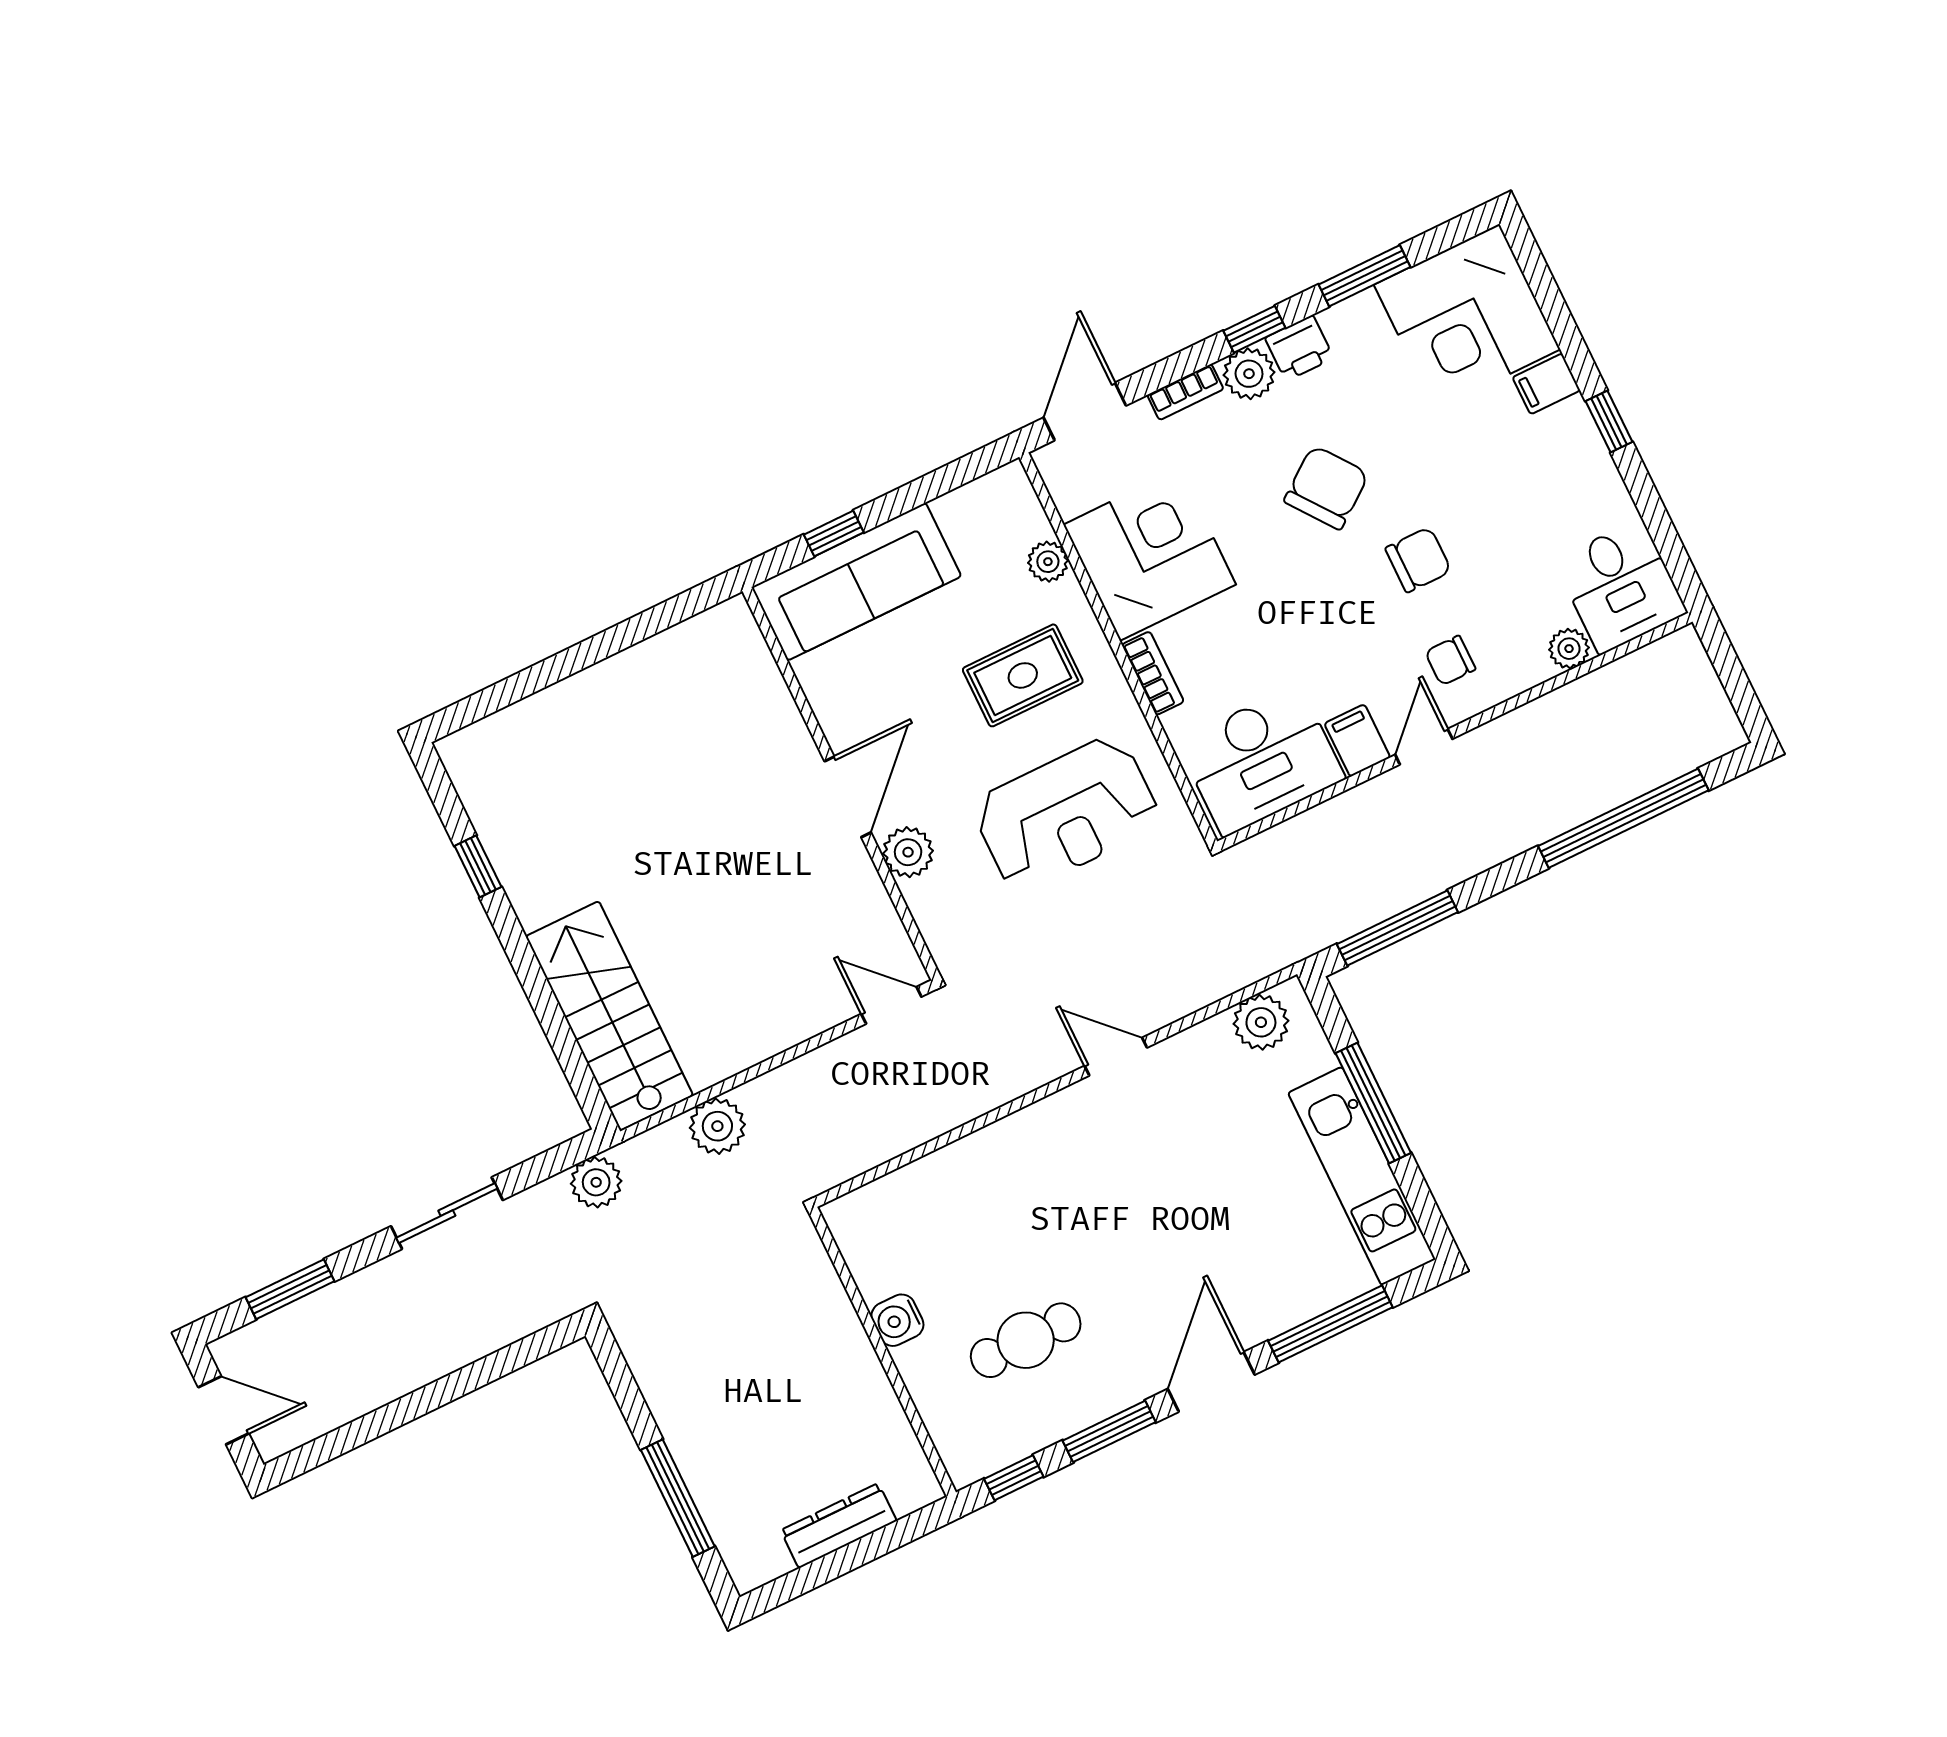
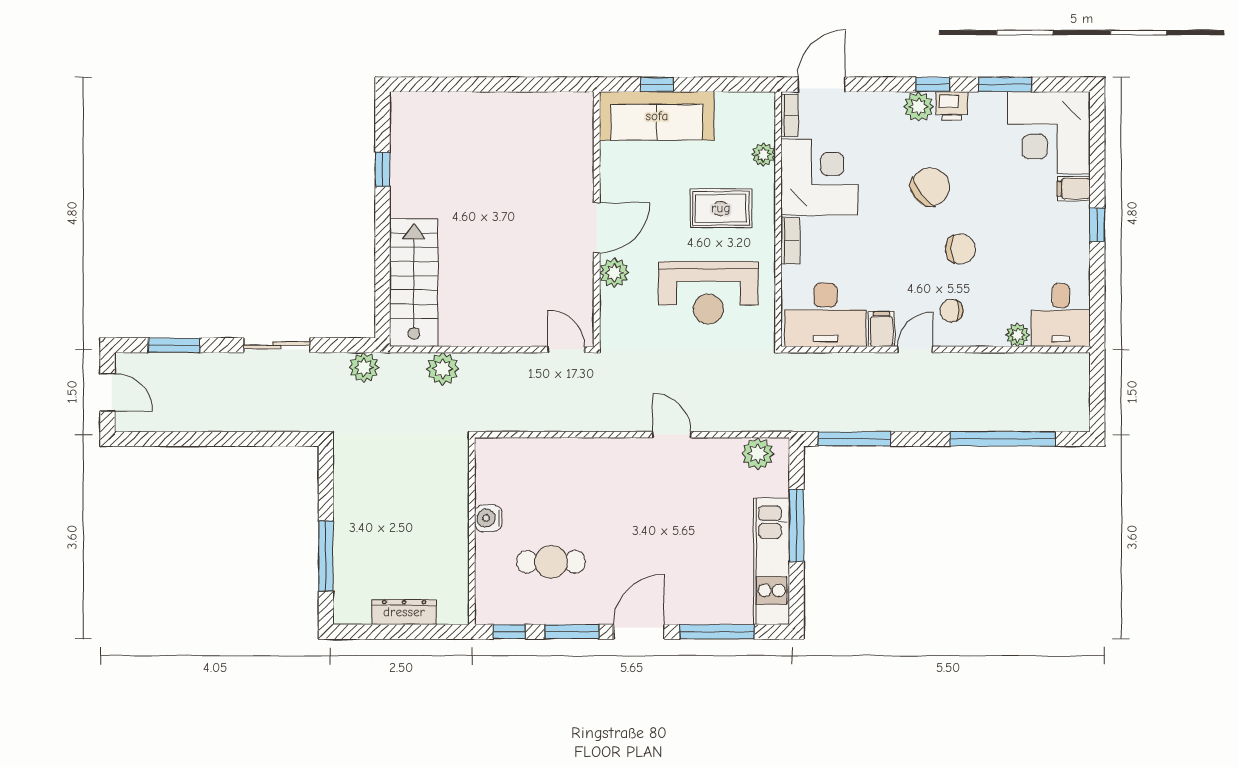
bookcase: (1185, 392) -> (789, 115), moved, turned -90

